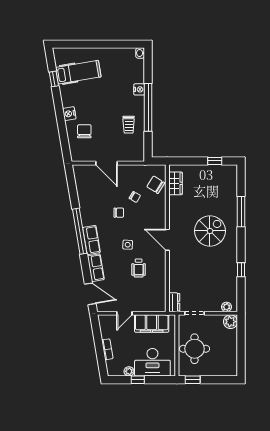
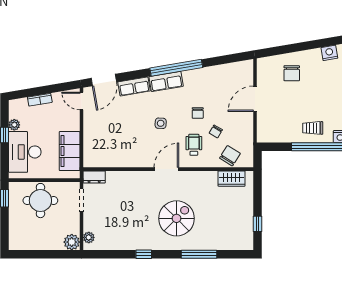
nightstand: (69, 114) -> (329, 53), moved
trolley: (129, 125) -> (313, 128), moved
chair: (84, 131) -> (292, 73), turned 90
spiral stairs: (210, 231) -> (177, 218), turned -90
wheelchair: (139, 268) -> (194, 145), moved, turned 90
window: (241, 270) -> (144, 254), moved
door: (124, 313) -> (81, 101), moved

